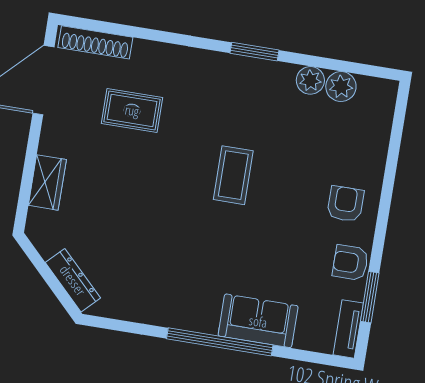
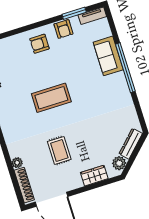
plant: (144, 50) -> (17, 163), added
rug: (132, 110) -> (59, 150), moved
coffee table: (233, 175) -> (51, 98), width x1.36, depth x1.32
plant: (47, 240) -> (119, 163), added

